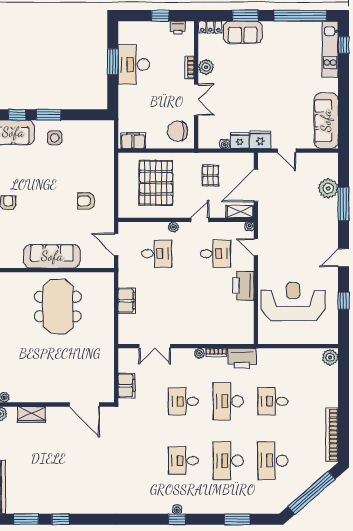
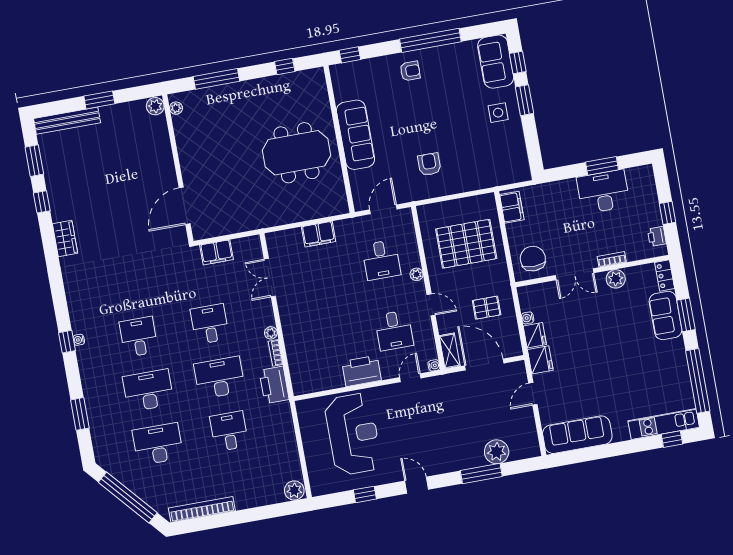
wardrobe: (31, 415) -> (65, 239), moved, turned 180

